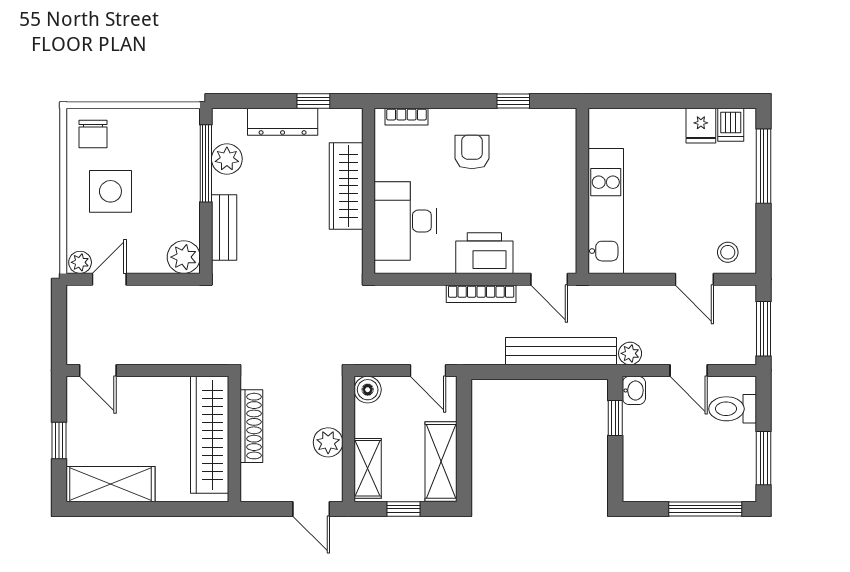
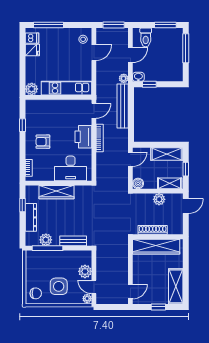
plant: (604, 124) -> (32, 89), added
plant: (184, 257) -> (85, 271), moved

